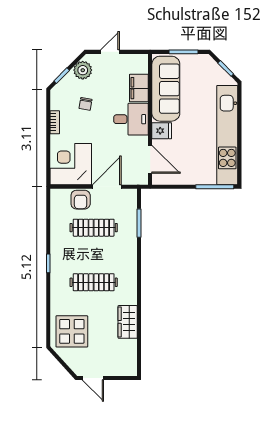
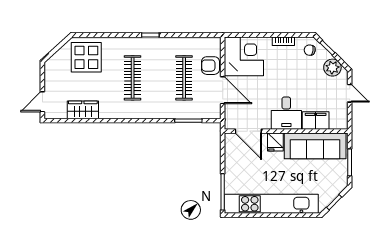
chair: (85, 104) -> (310, 50), moved
door: (150, 159) -> (248, 131), hinge flipped
wardrobe: (128, 322) -> (83, 110), moved
door: (93, 378) -> (42, 102), moved

